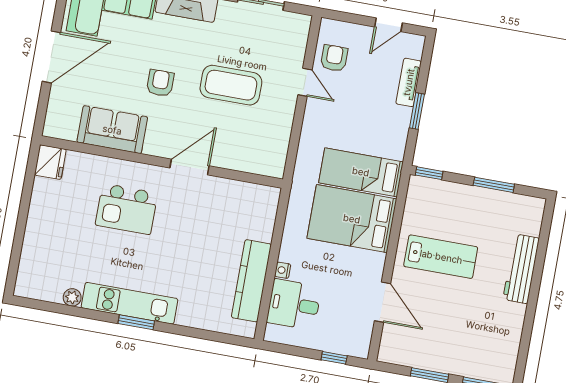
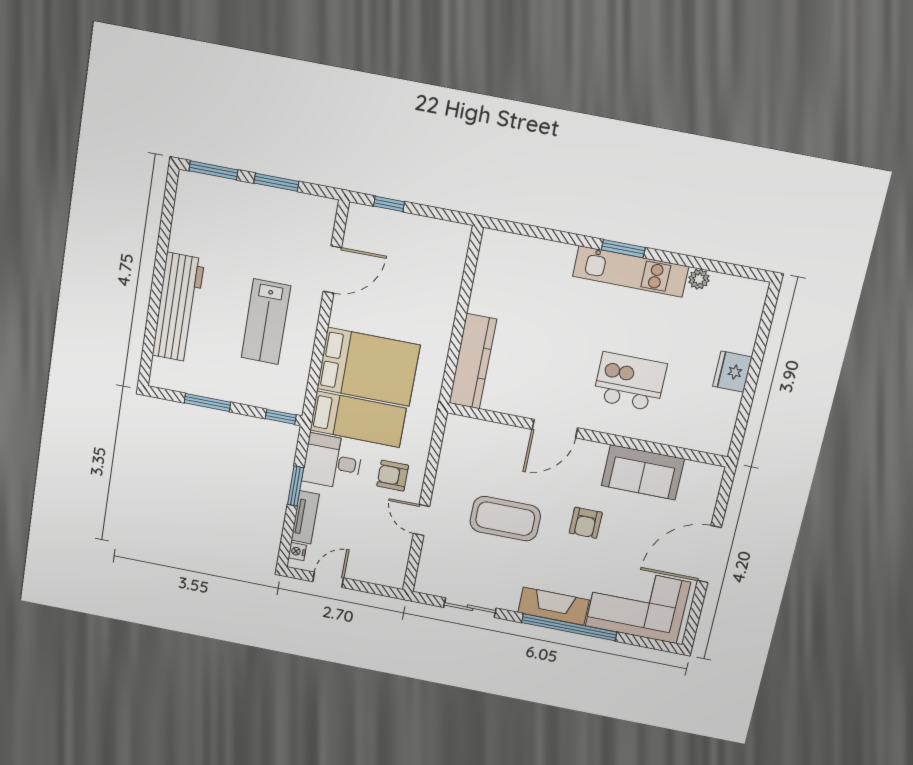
armchair: (334, 58) -> (393, 476), moved, turned 90
fridge: (50, 162) -> (732, 372), moved
lab bench: (441, 257) -> (266, 322), turned -90
workbench: (521, 269) -> (178, 307), width x1.36, depth x1.32
nightstand: (283, 270) -> (297, 551), moved, turned 180
kitchen counter: (251, 281) -> (473, 361), moved
door: (383, 302) -> (332, 270), swing flipped
desk: (294, 304) -> (332, 462), moved, turned 180

